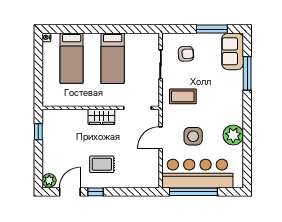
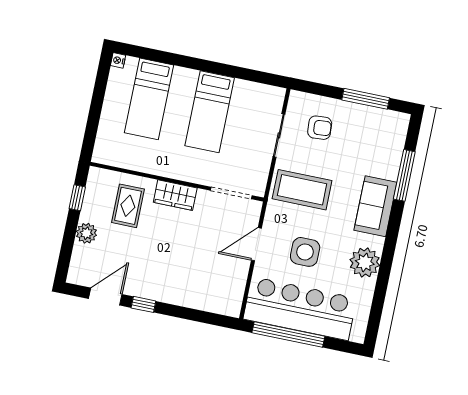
sofa: (233, 51) -> (375, 206), moved
coffee table: (183, 96) -> (302, 190), width x1.36, depth x1.32
rug: (102, 164) -> (128, 206), moved, turned 90
plant: (49, 180) -> (86, 233), moved

